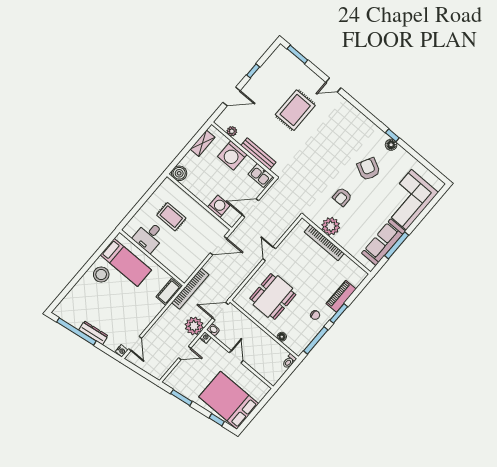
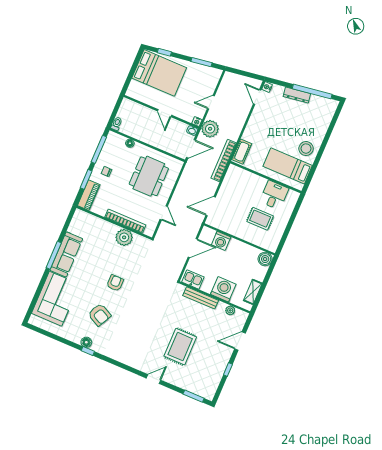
plant: (331, 226) -> (124, 237), moved
bookcase: (324, 243) -> (125, 221), moved
wall: (336, 245) -> (114, 223), moved

